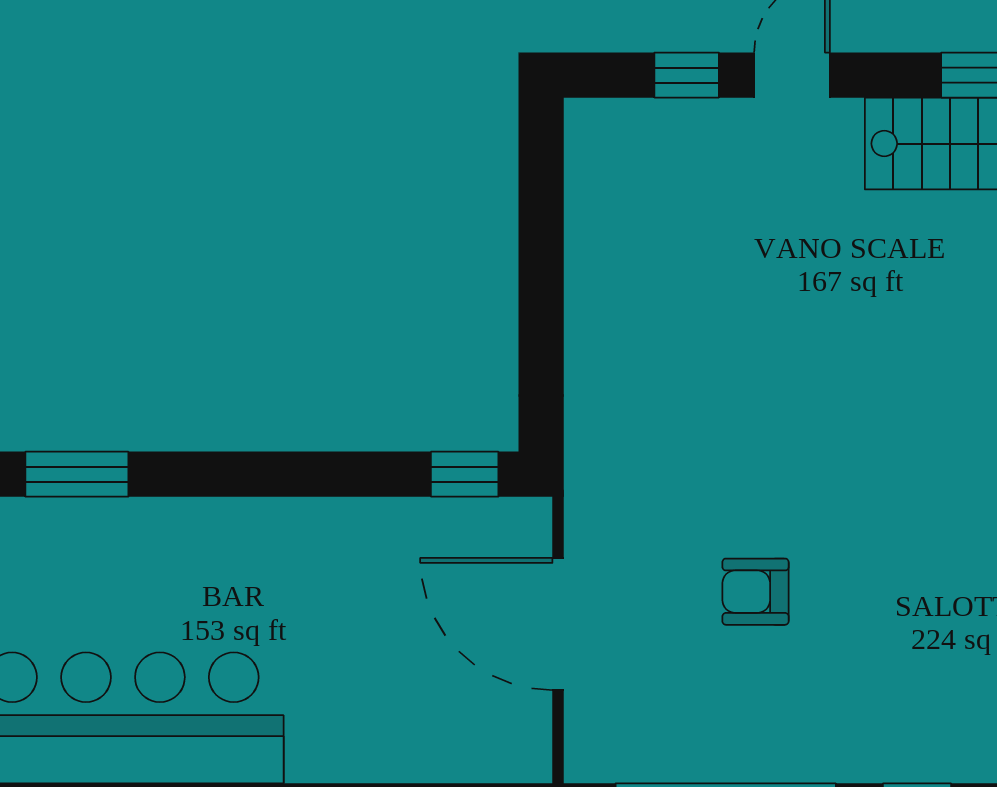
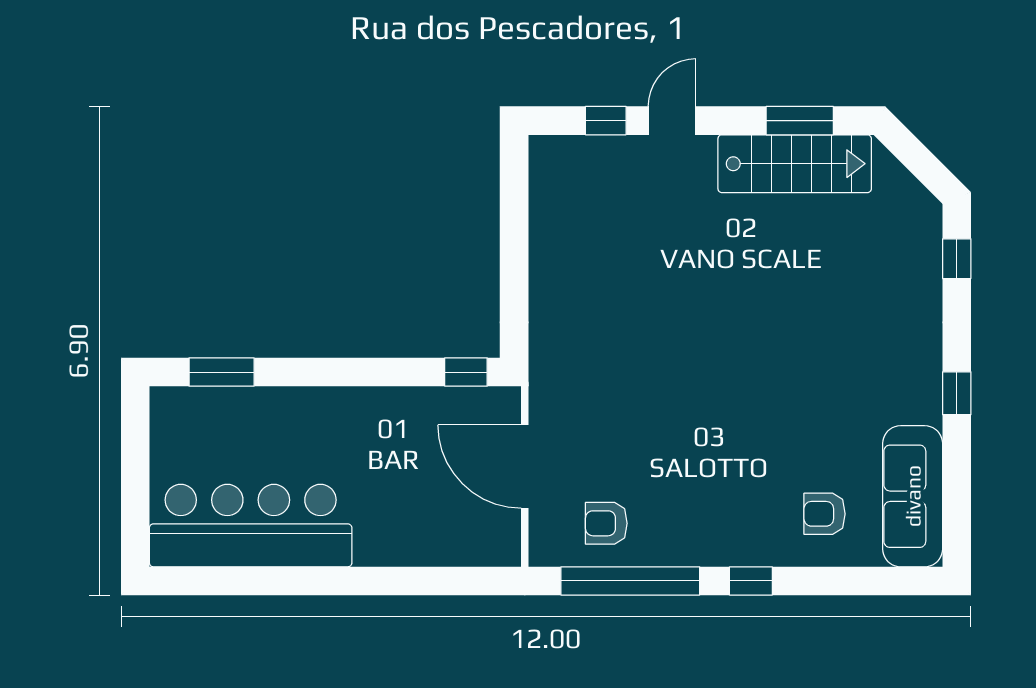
armchair: (756, 592) -> (606, 523), moved

